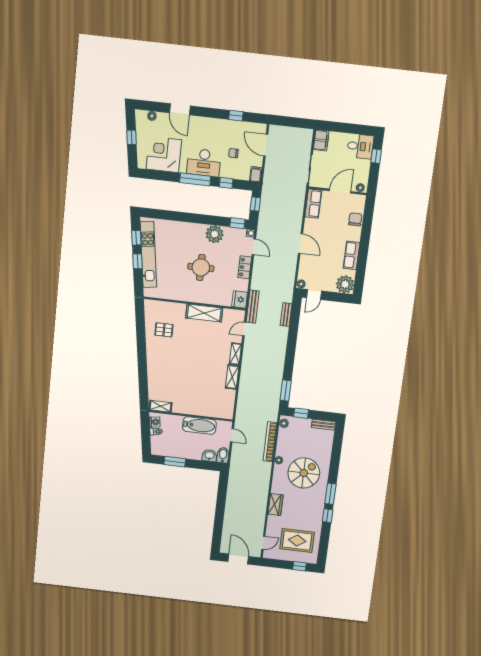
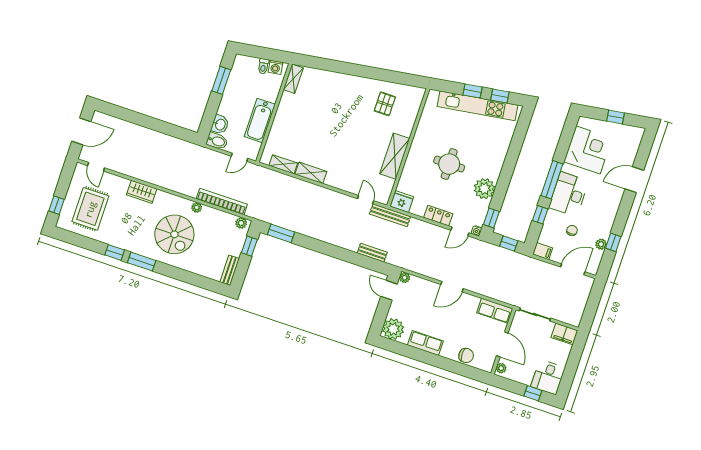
plant: (152, 116) -> (601, 244), moved
shelving: (235, 354) -> (283, 164), moved

